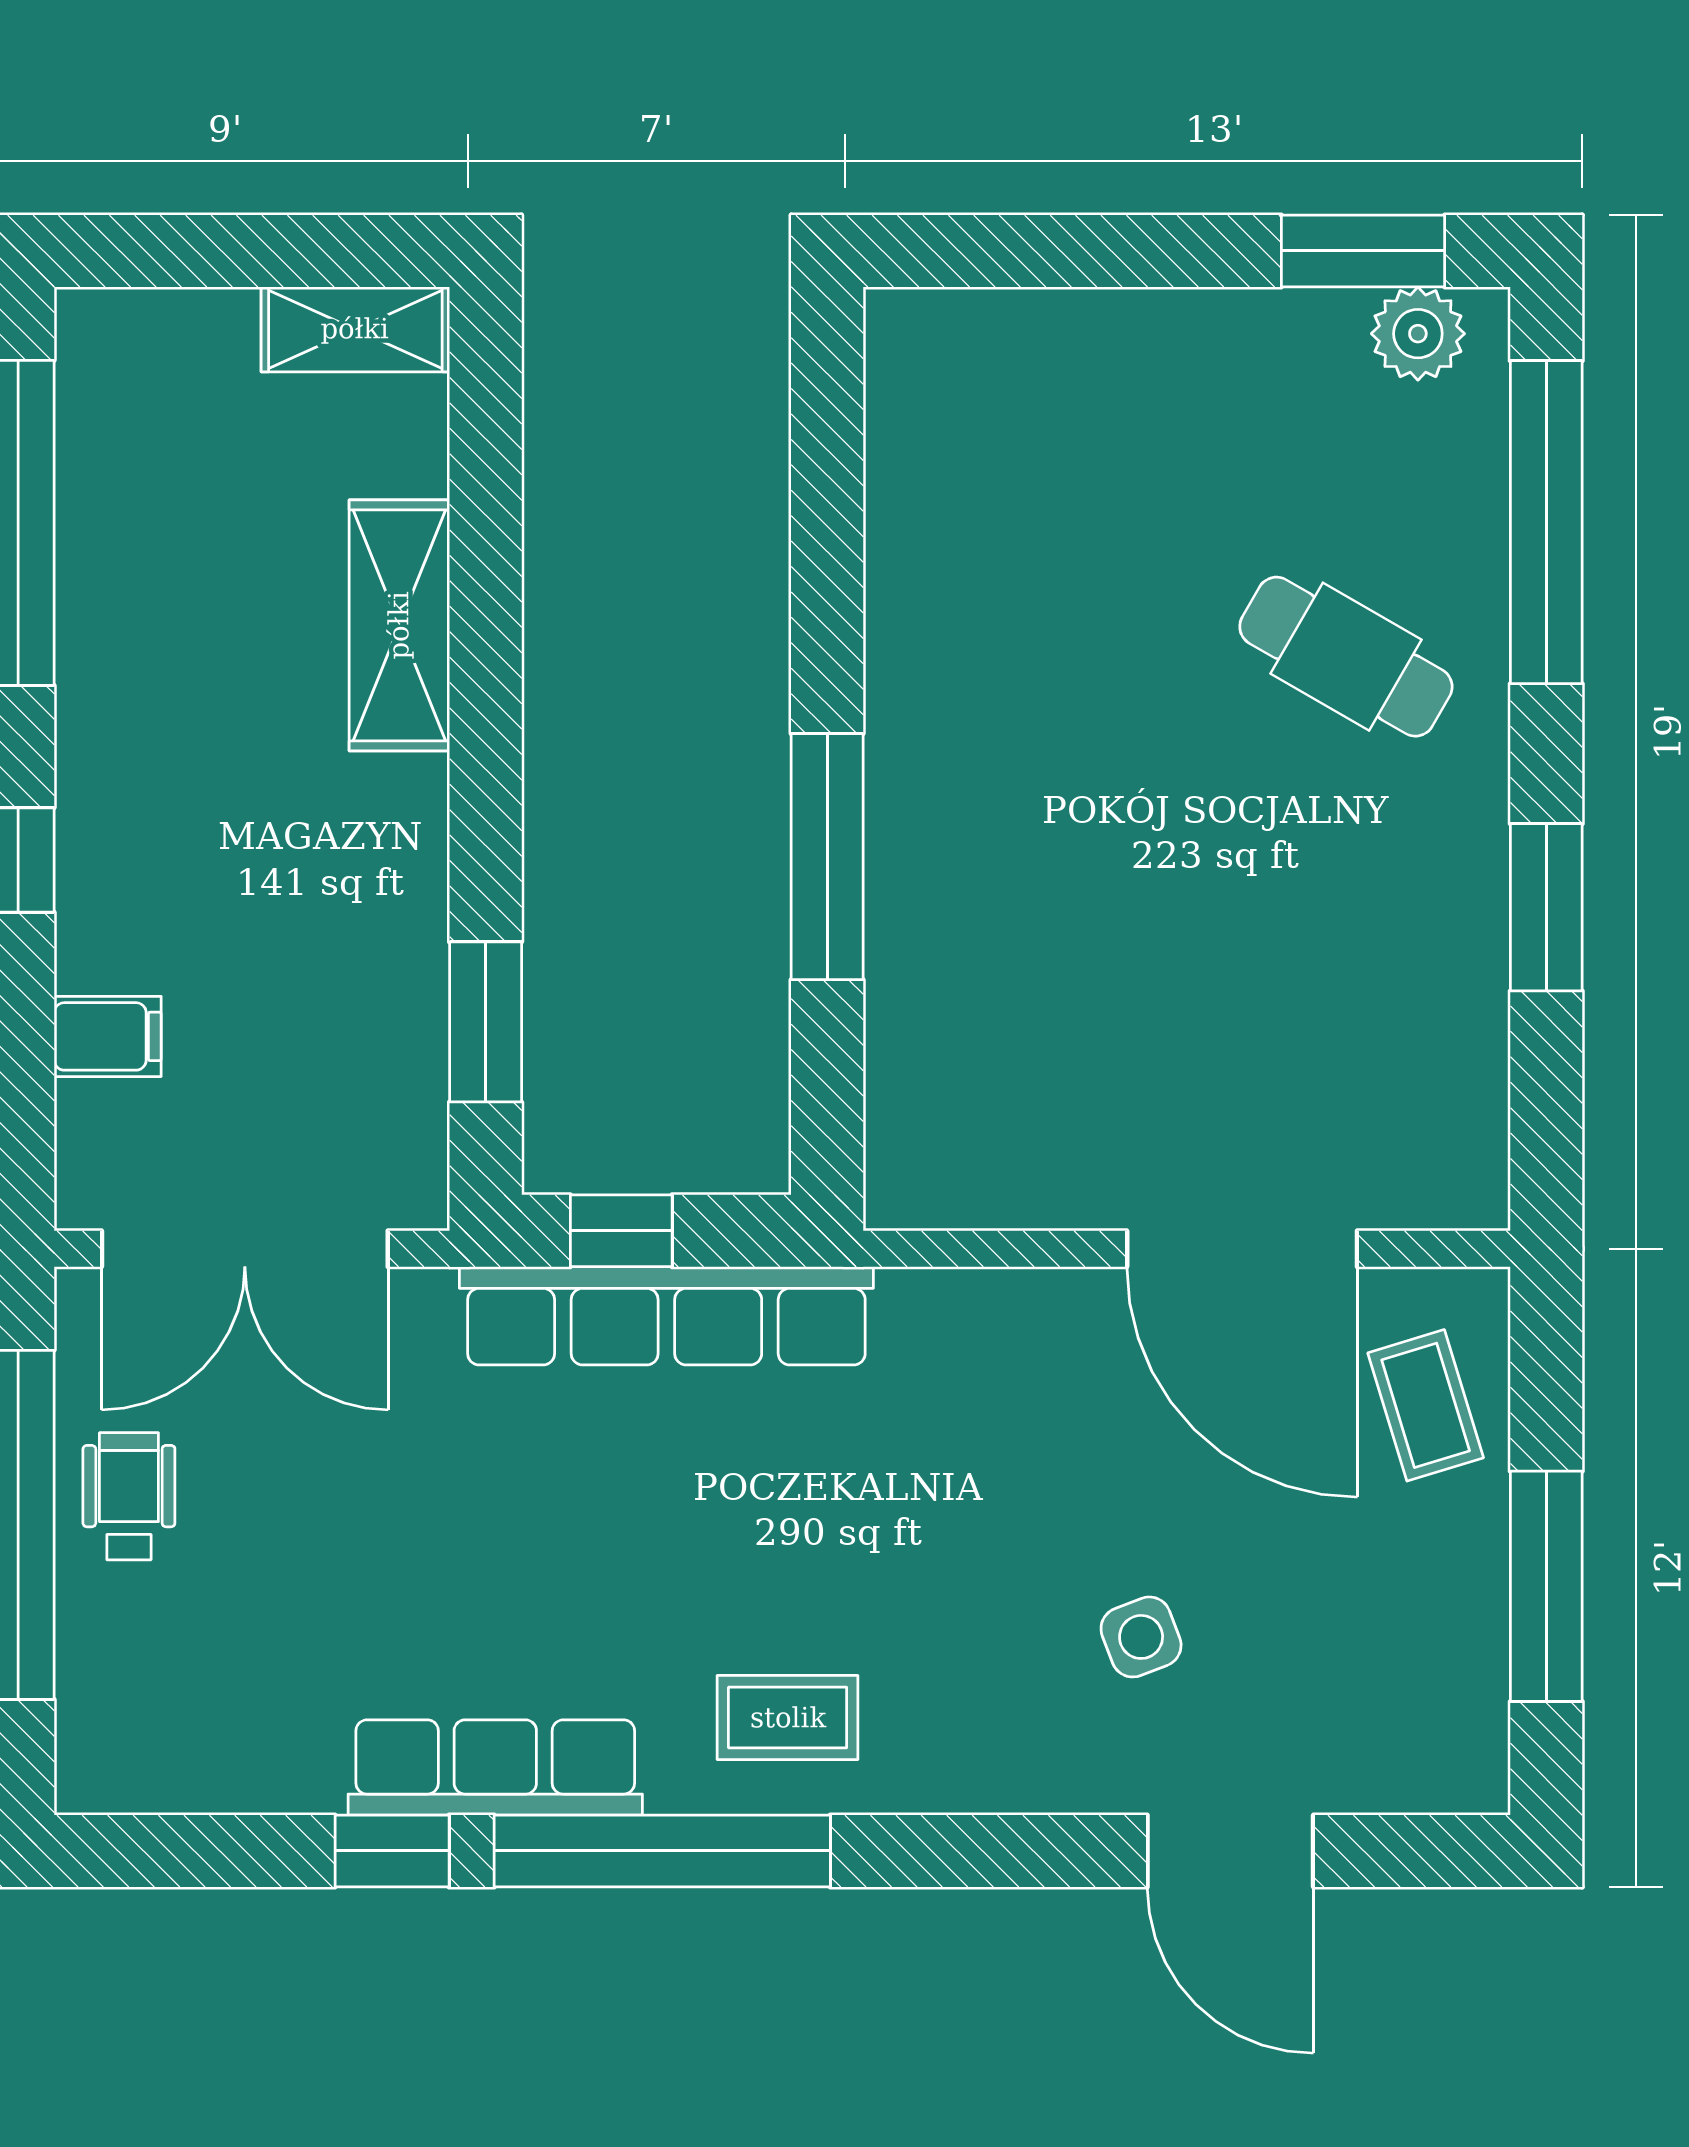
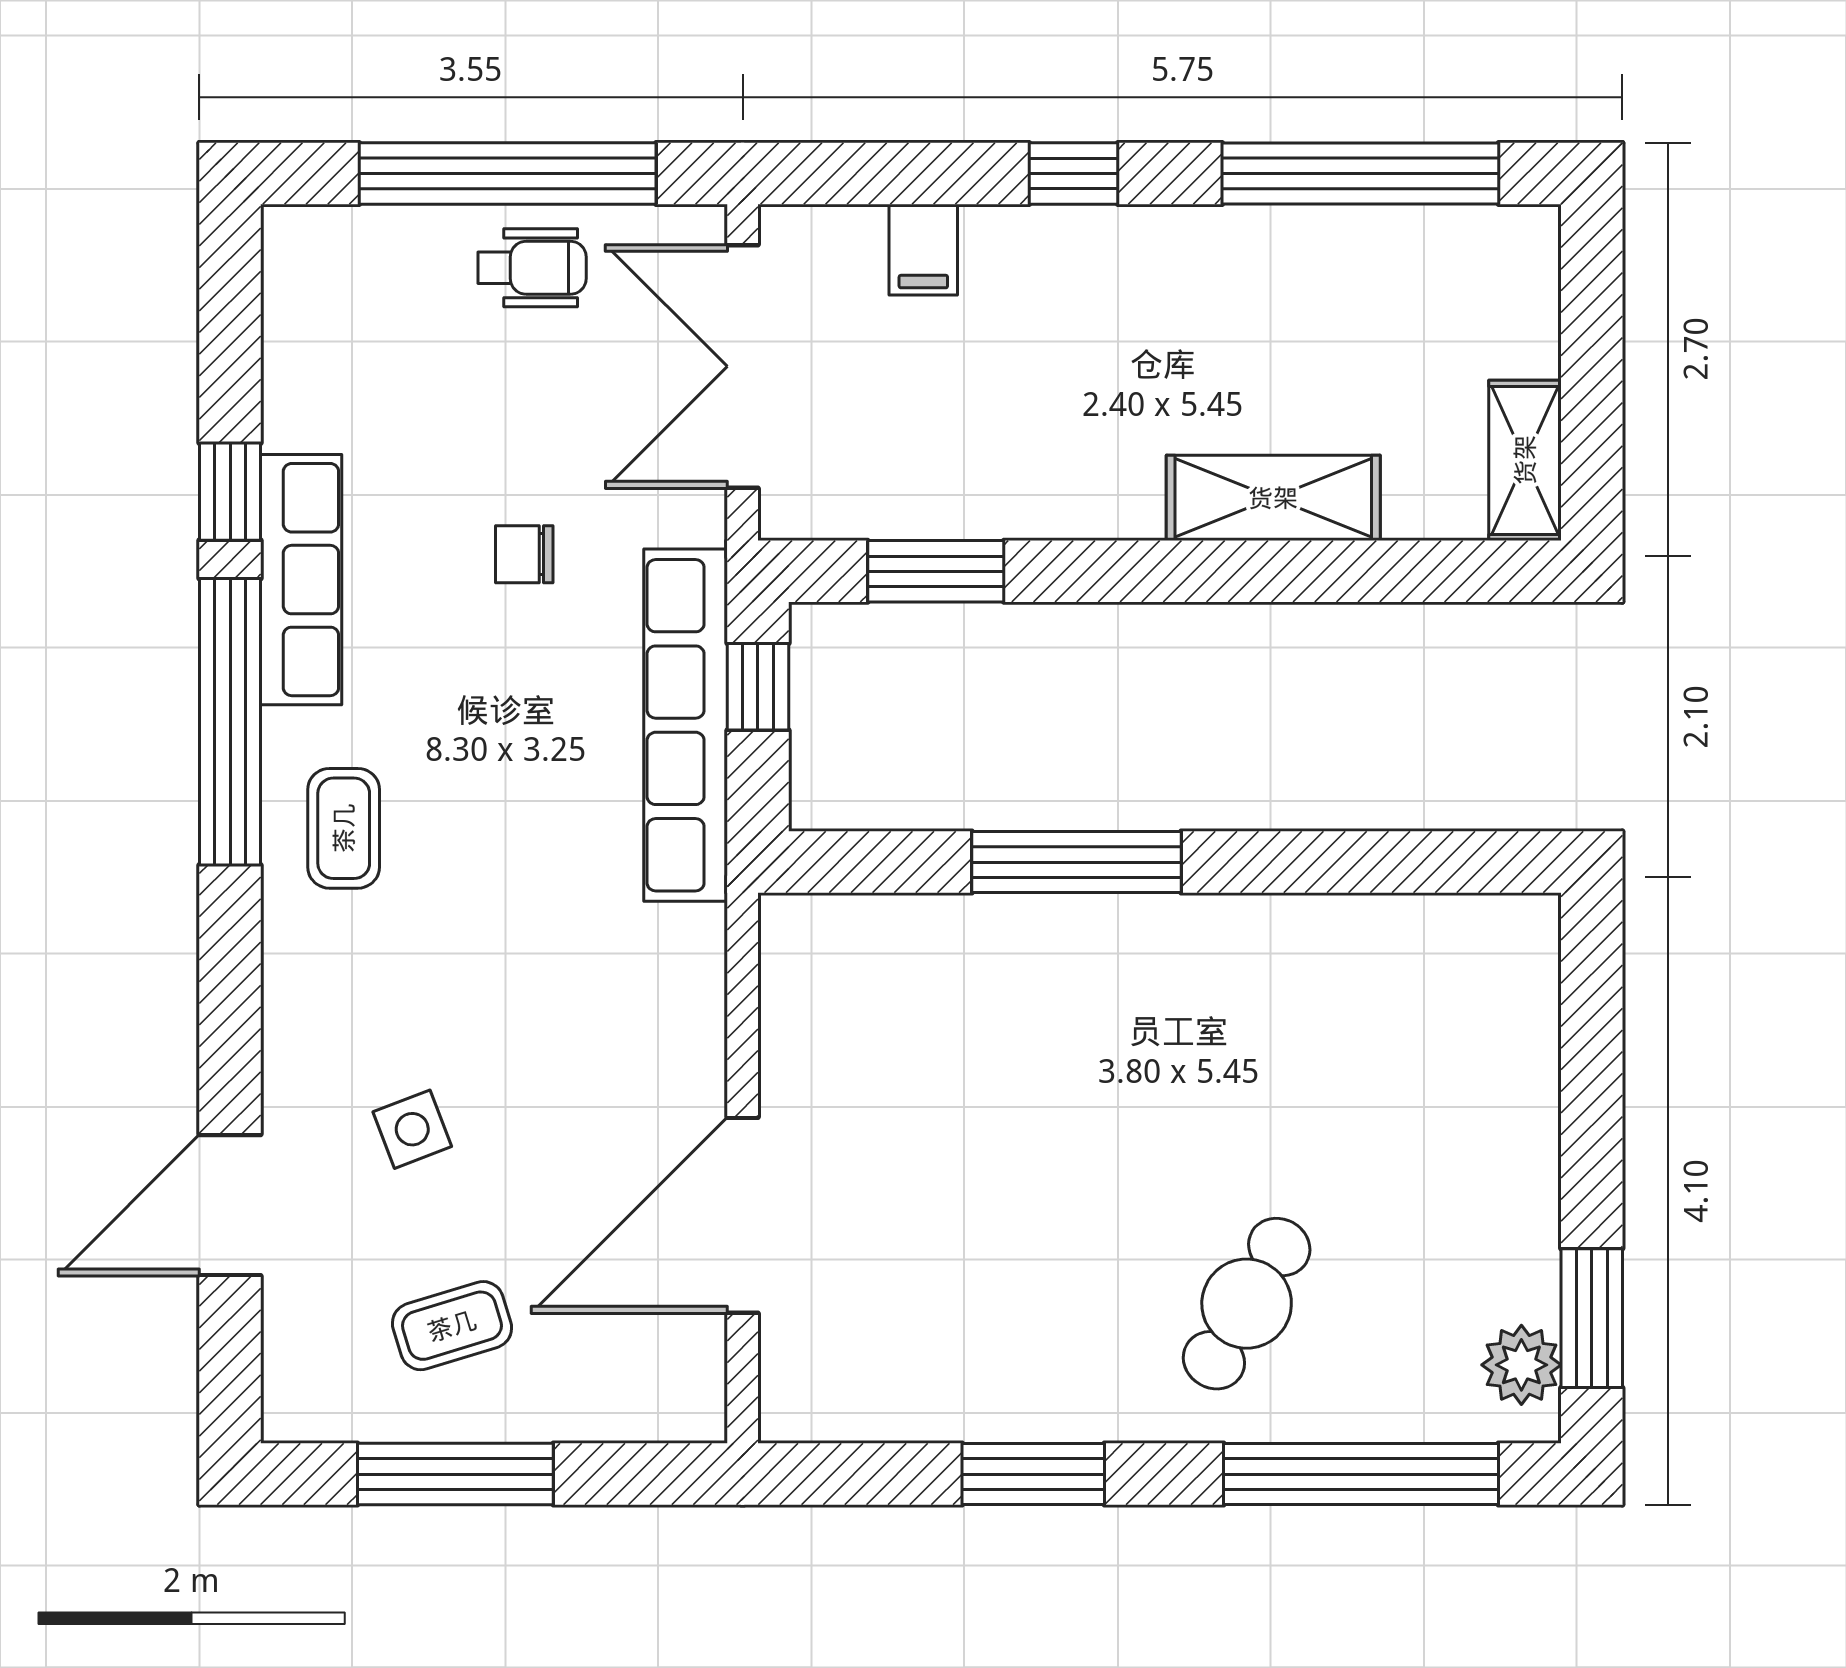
coffee table: (1426, 1405) -> (452, 1326), moved
chair: (465, 1505) -> (524, 554), added

